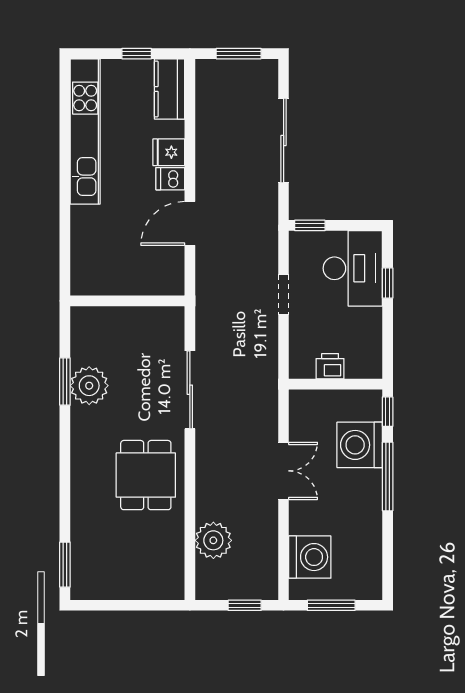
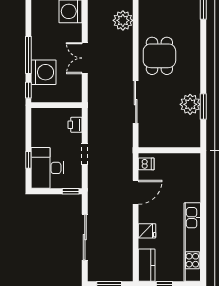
dishwasher: (170, 179) -> (146, 164), moved
printer: (330, 366) -> (75, 125), moved, turned 90

